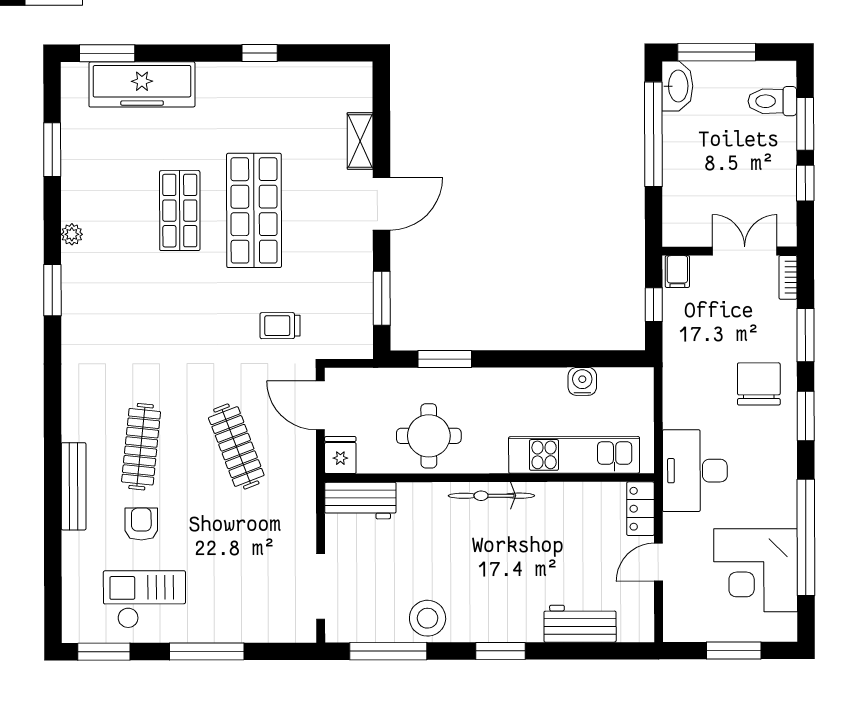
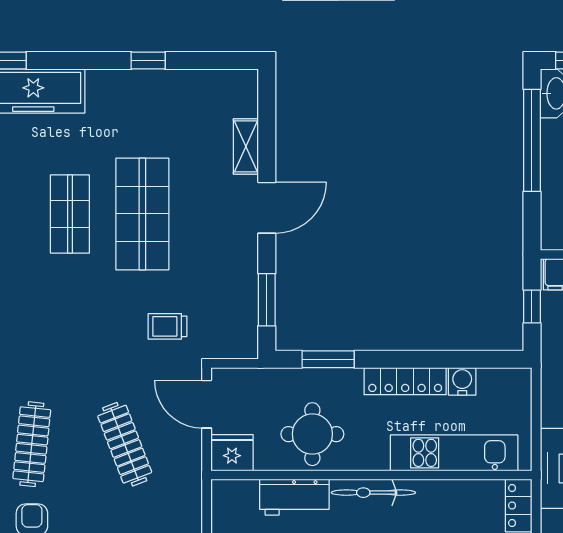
locker: (524, 381) -> (405, 381), added
fridge: (340, 455) -> (232, 453), width x1.38
workbench: (360, 501) -> (294, 497), moved

